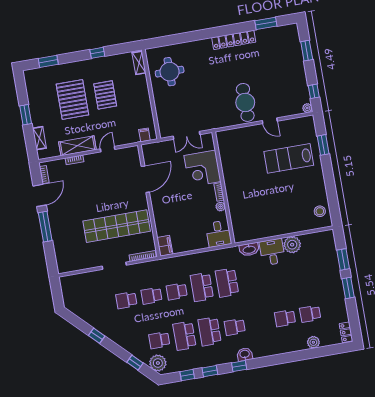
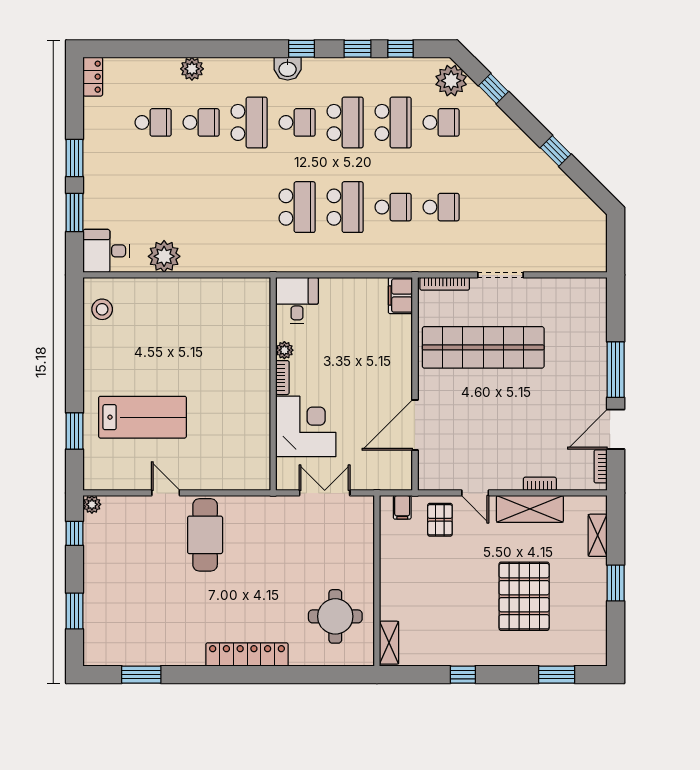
locker: (234, 40) -> (247, 654), moved
pallet: (105, 95) -> (440, 520), moved, width x0.67, depth x0.71
door: (108, 149) -> (475, 493), hinge flipped
washbasin: (249, 249) -> (245, 261), removed
desk: (272, 252) -> (106, 251), moved, turned 90
school desk: (126, 300) -> (249, 122), moved, width x1.85
plant: (313, 342) -> (192, 69), moved

